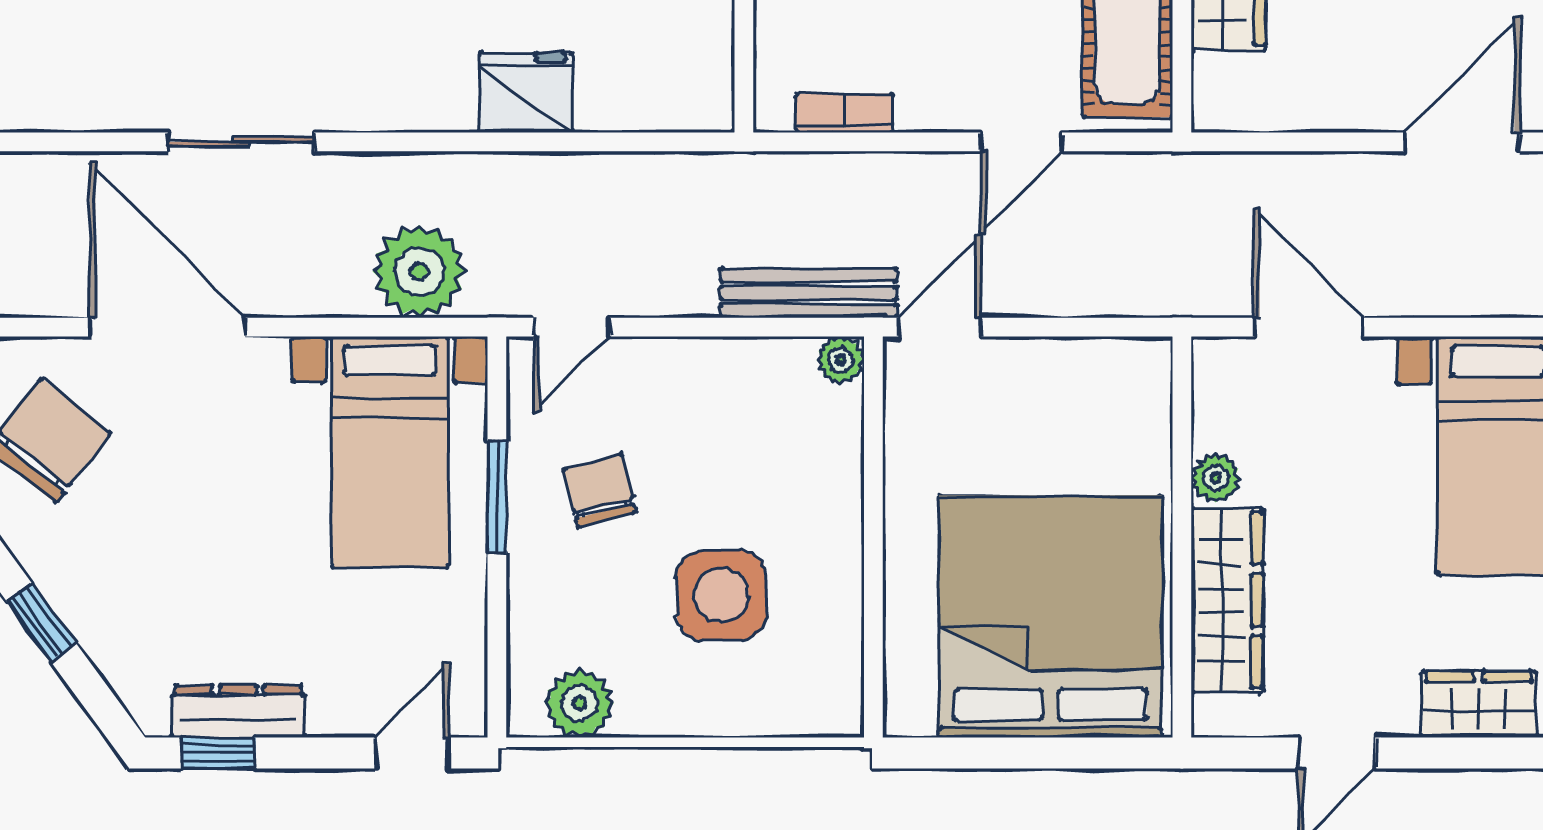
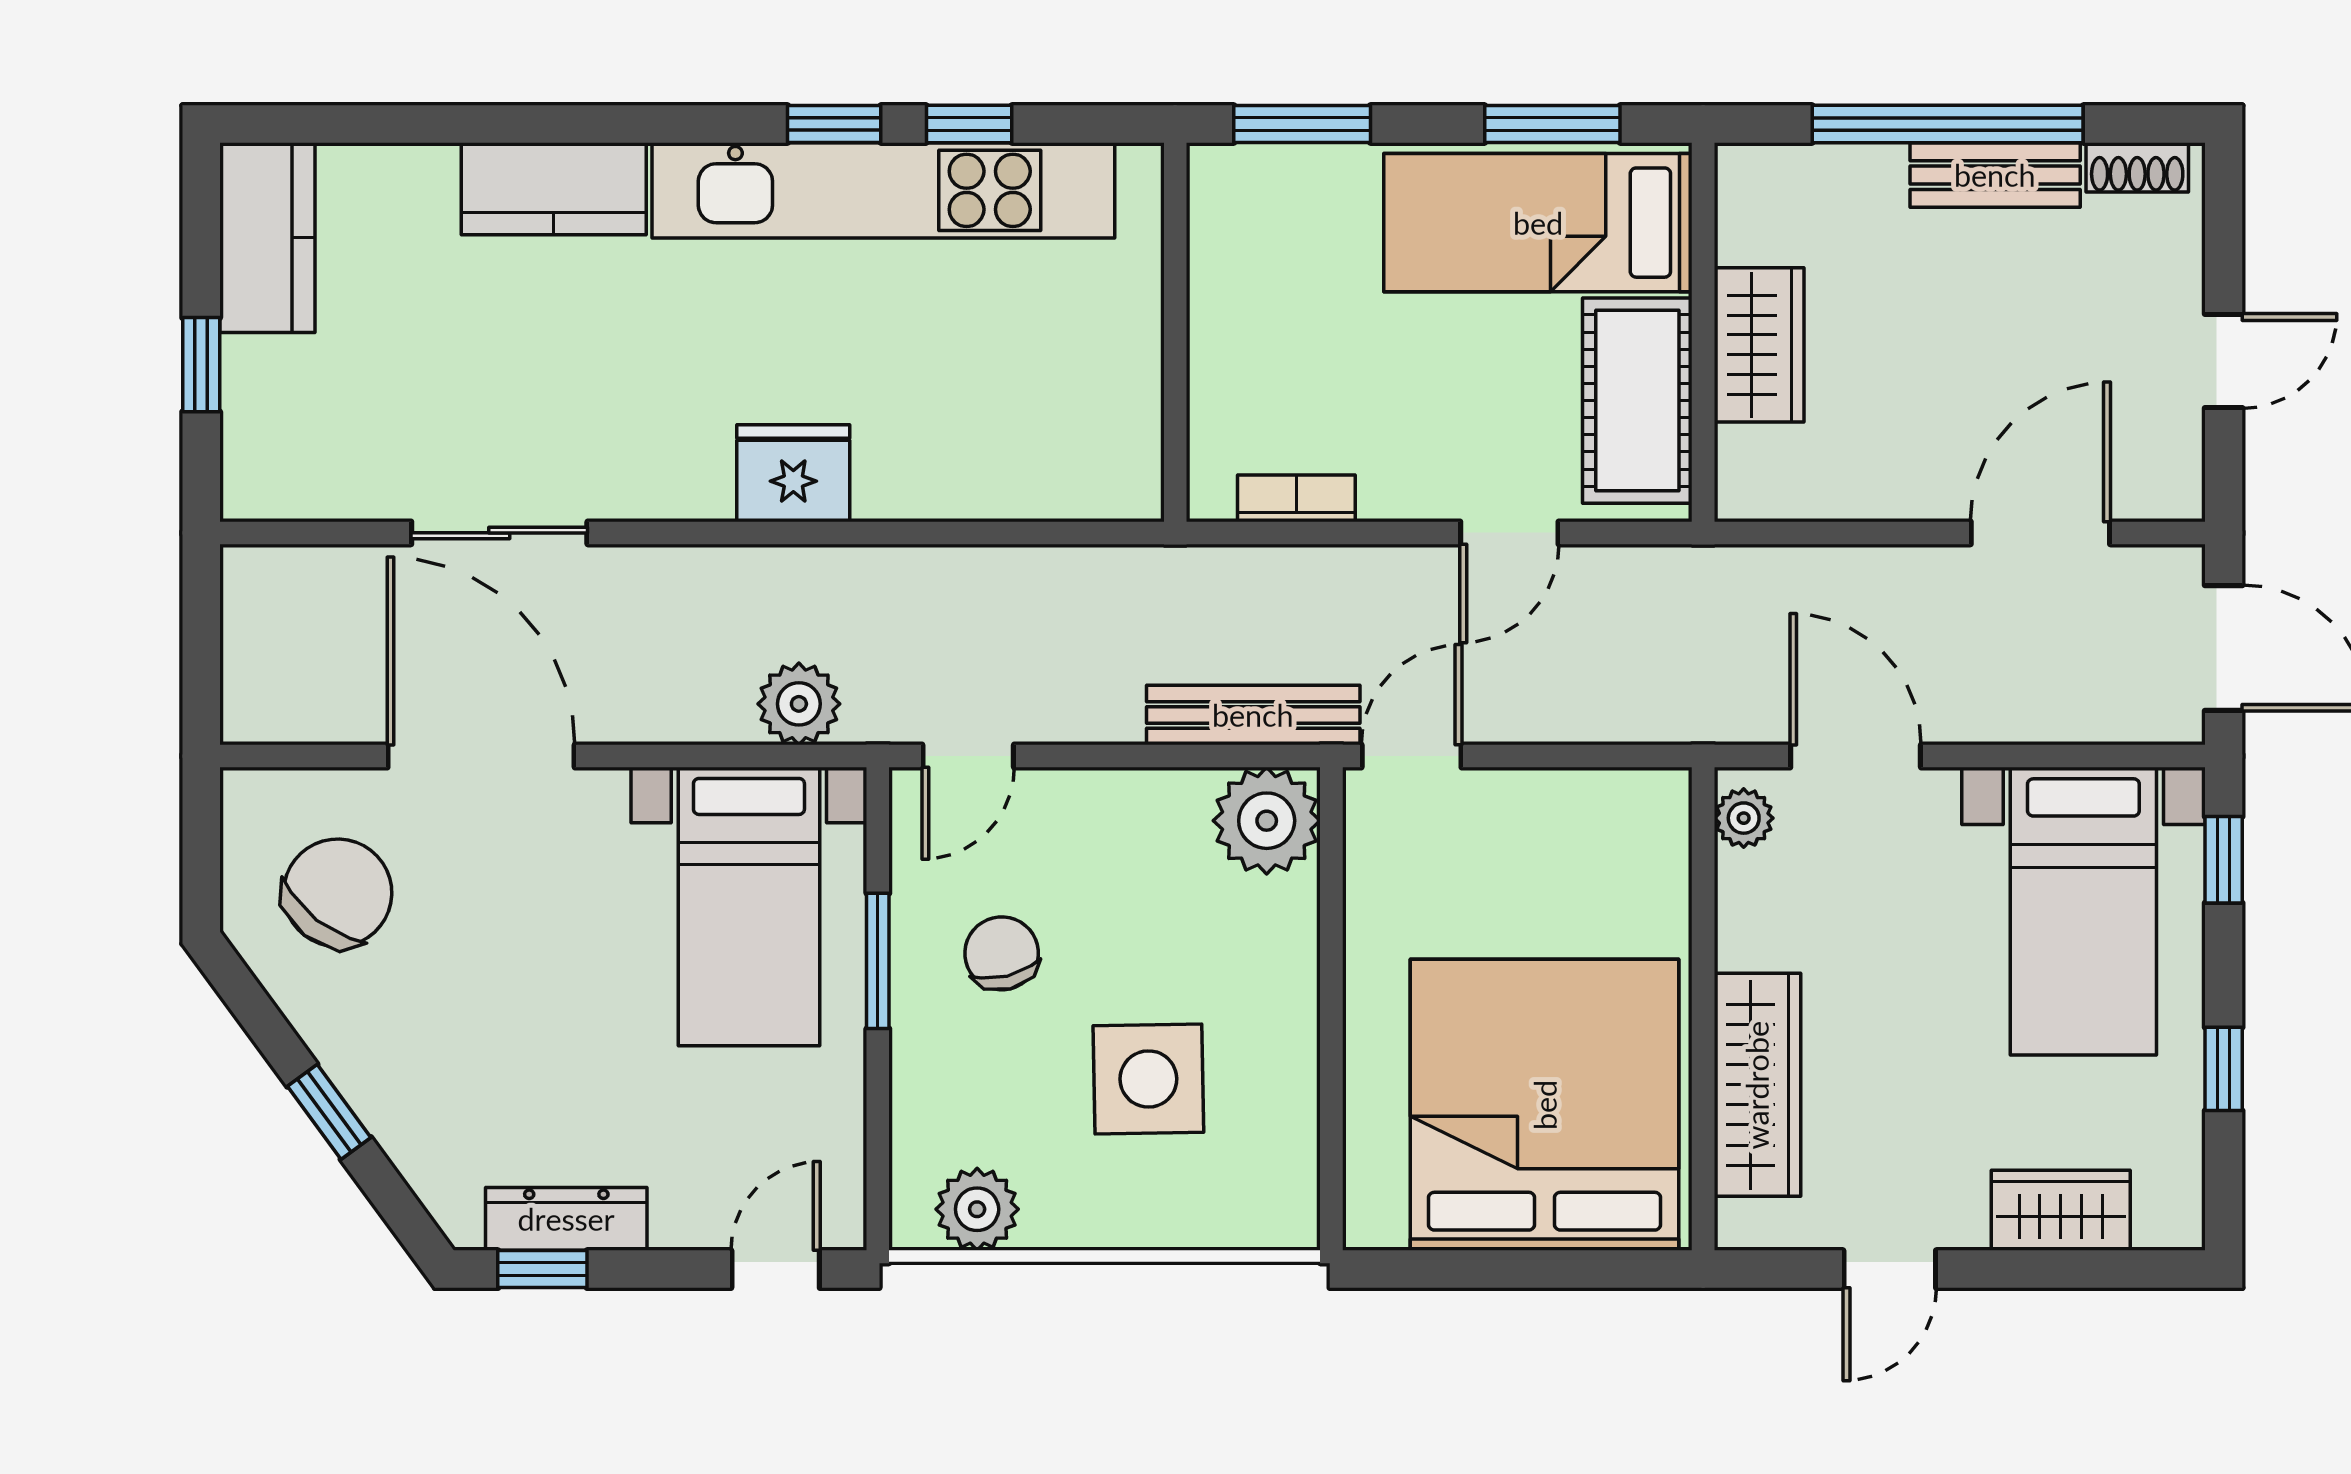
fridge: (526, 92) -> (793, 473), moved
sliding door: (241, 142) -> (499, 533), moved
plant: (419, 271) -> (799, 704), width x0.73, depth x0.73
plant: (840, 360) -> (1267, 821), width x1.88, depth x1.88
plant: (1216, 478) -> (1744, 818), moved

